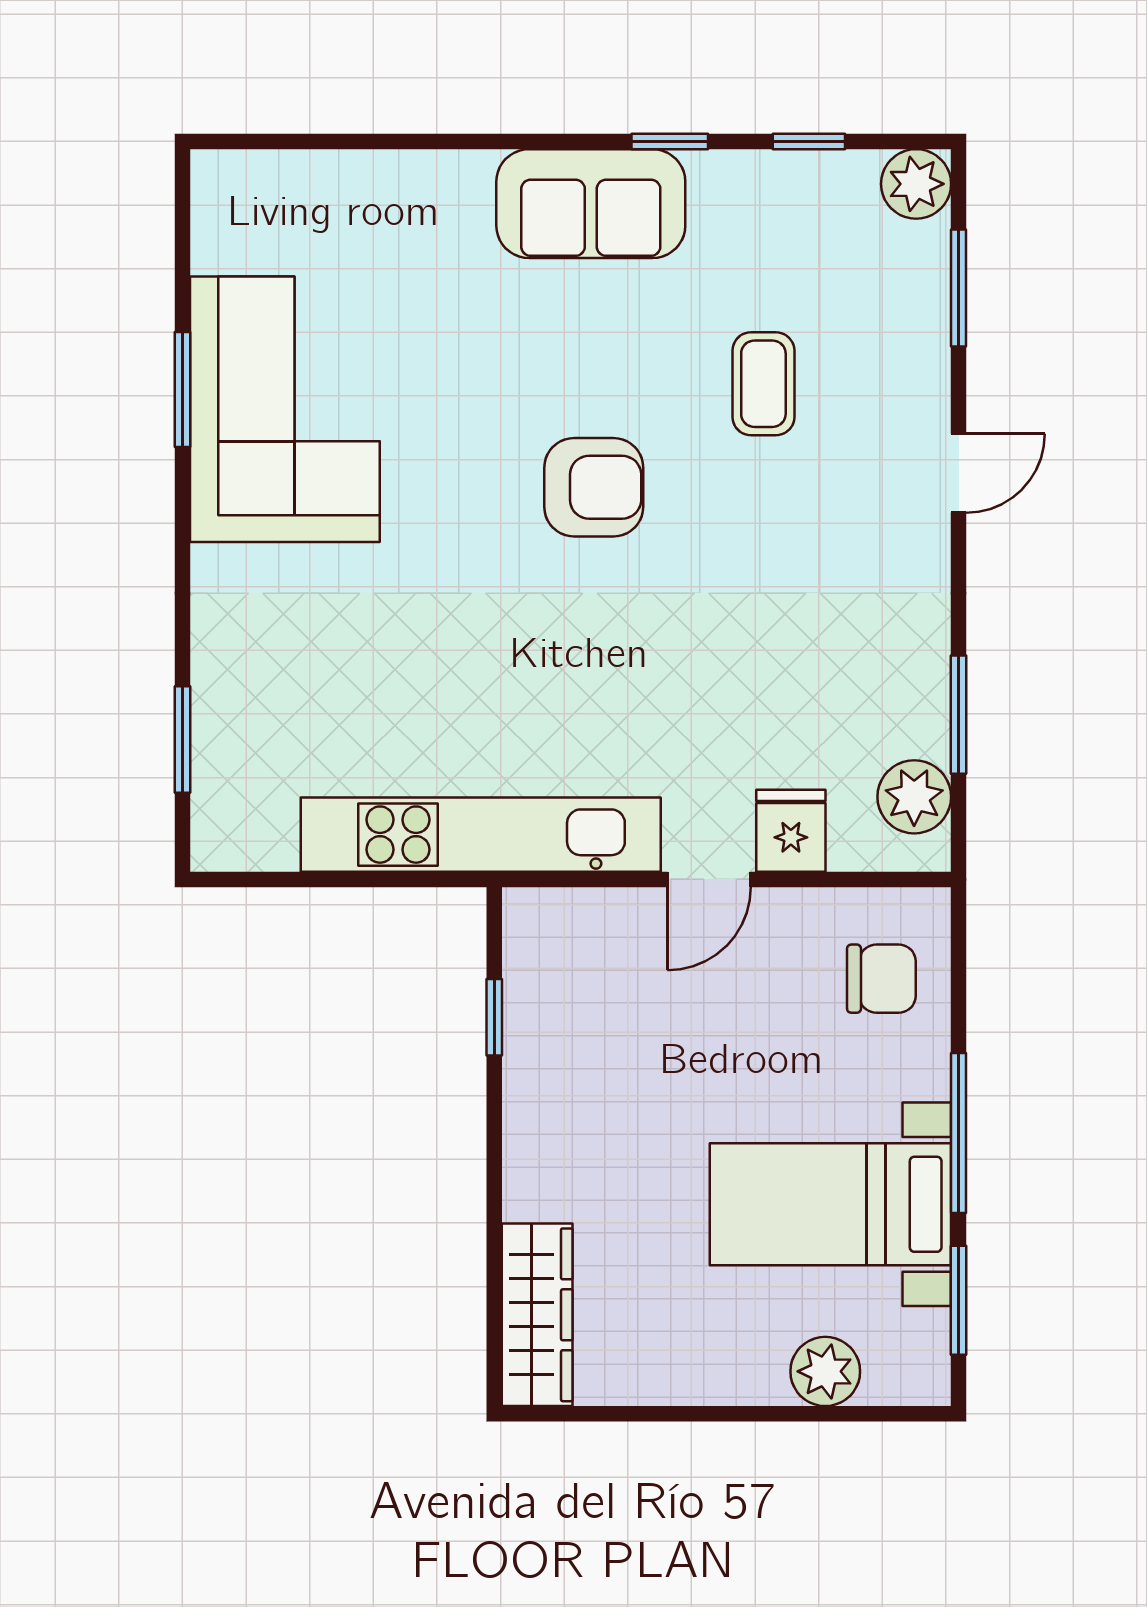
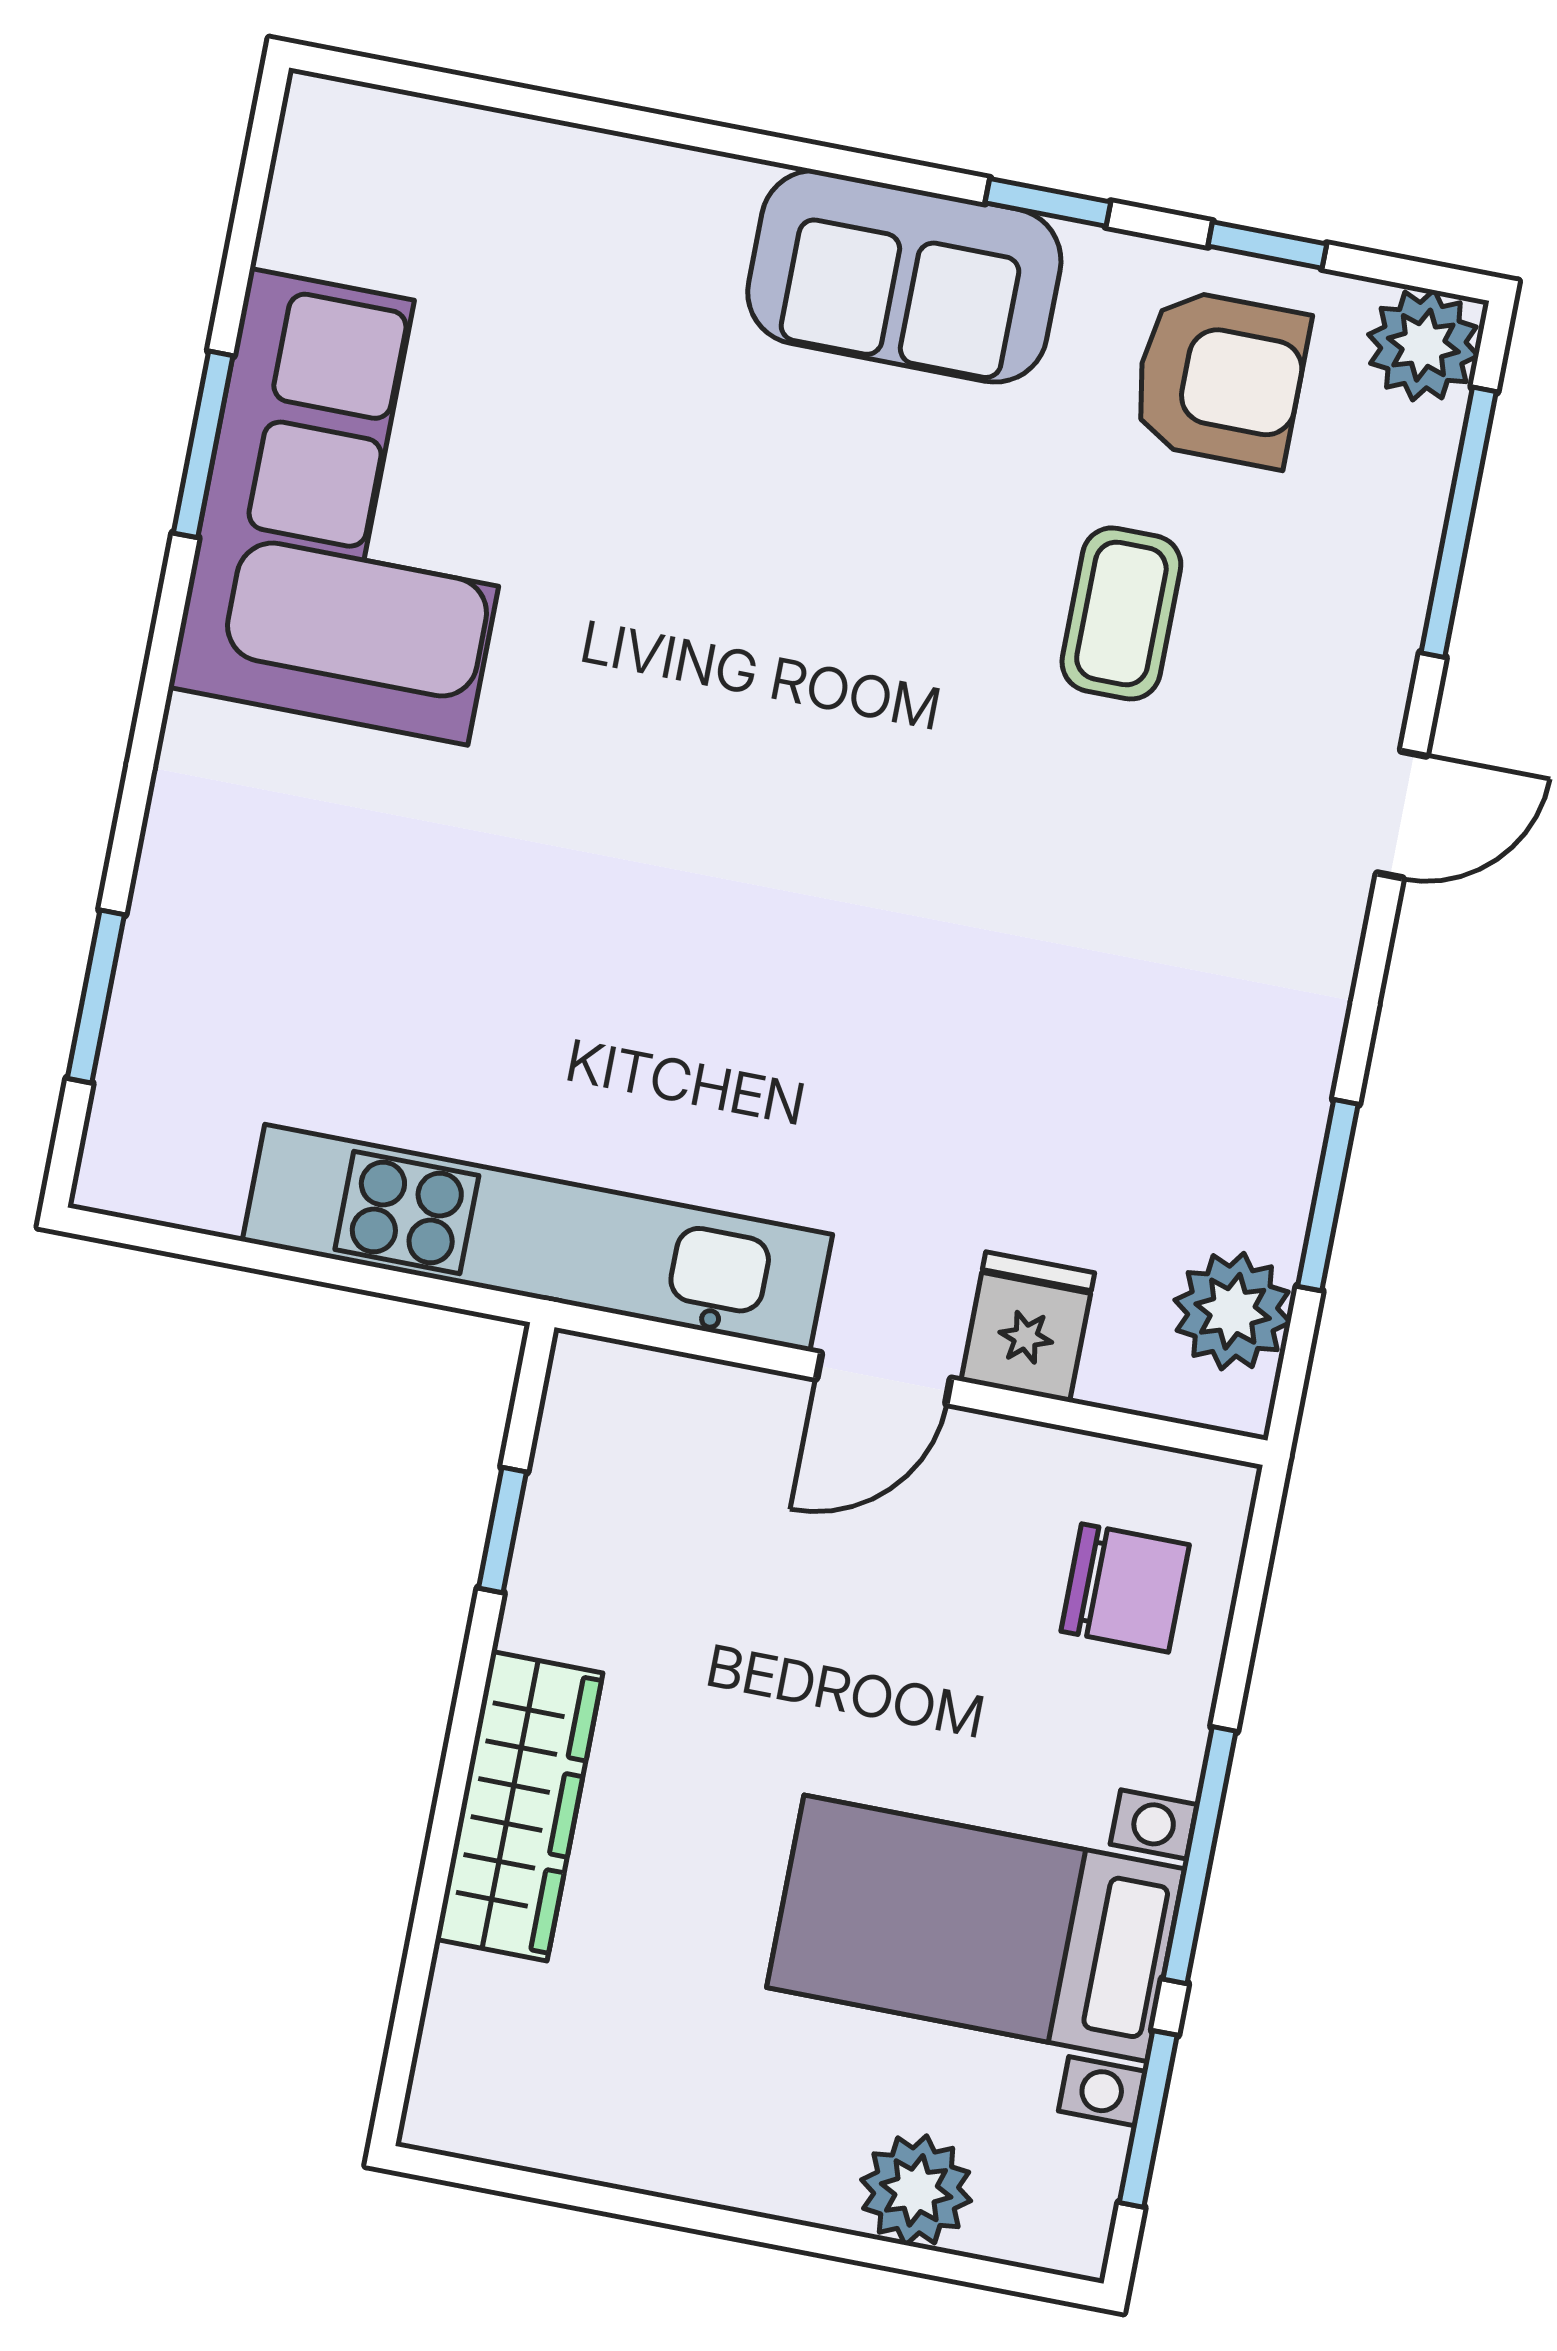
window: (959, 288) -> (1459, 522), width x1.44
armchair: (594, 487) -> (1220, 378), moved
wardrobe: (537, 1315) -> (519, 1806), moved

